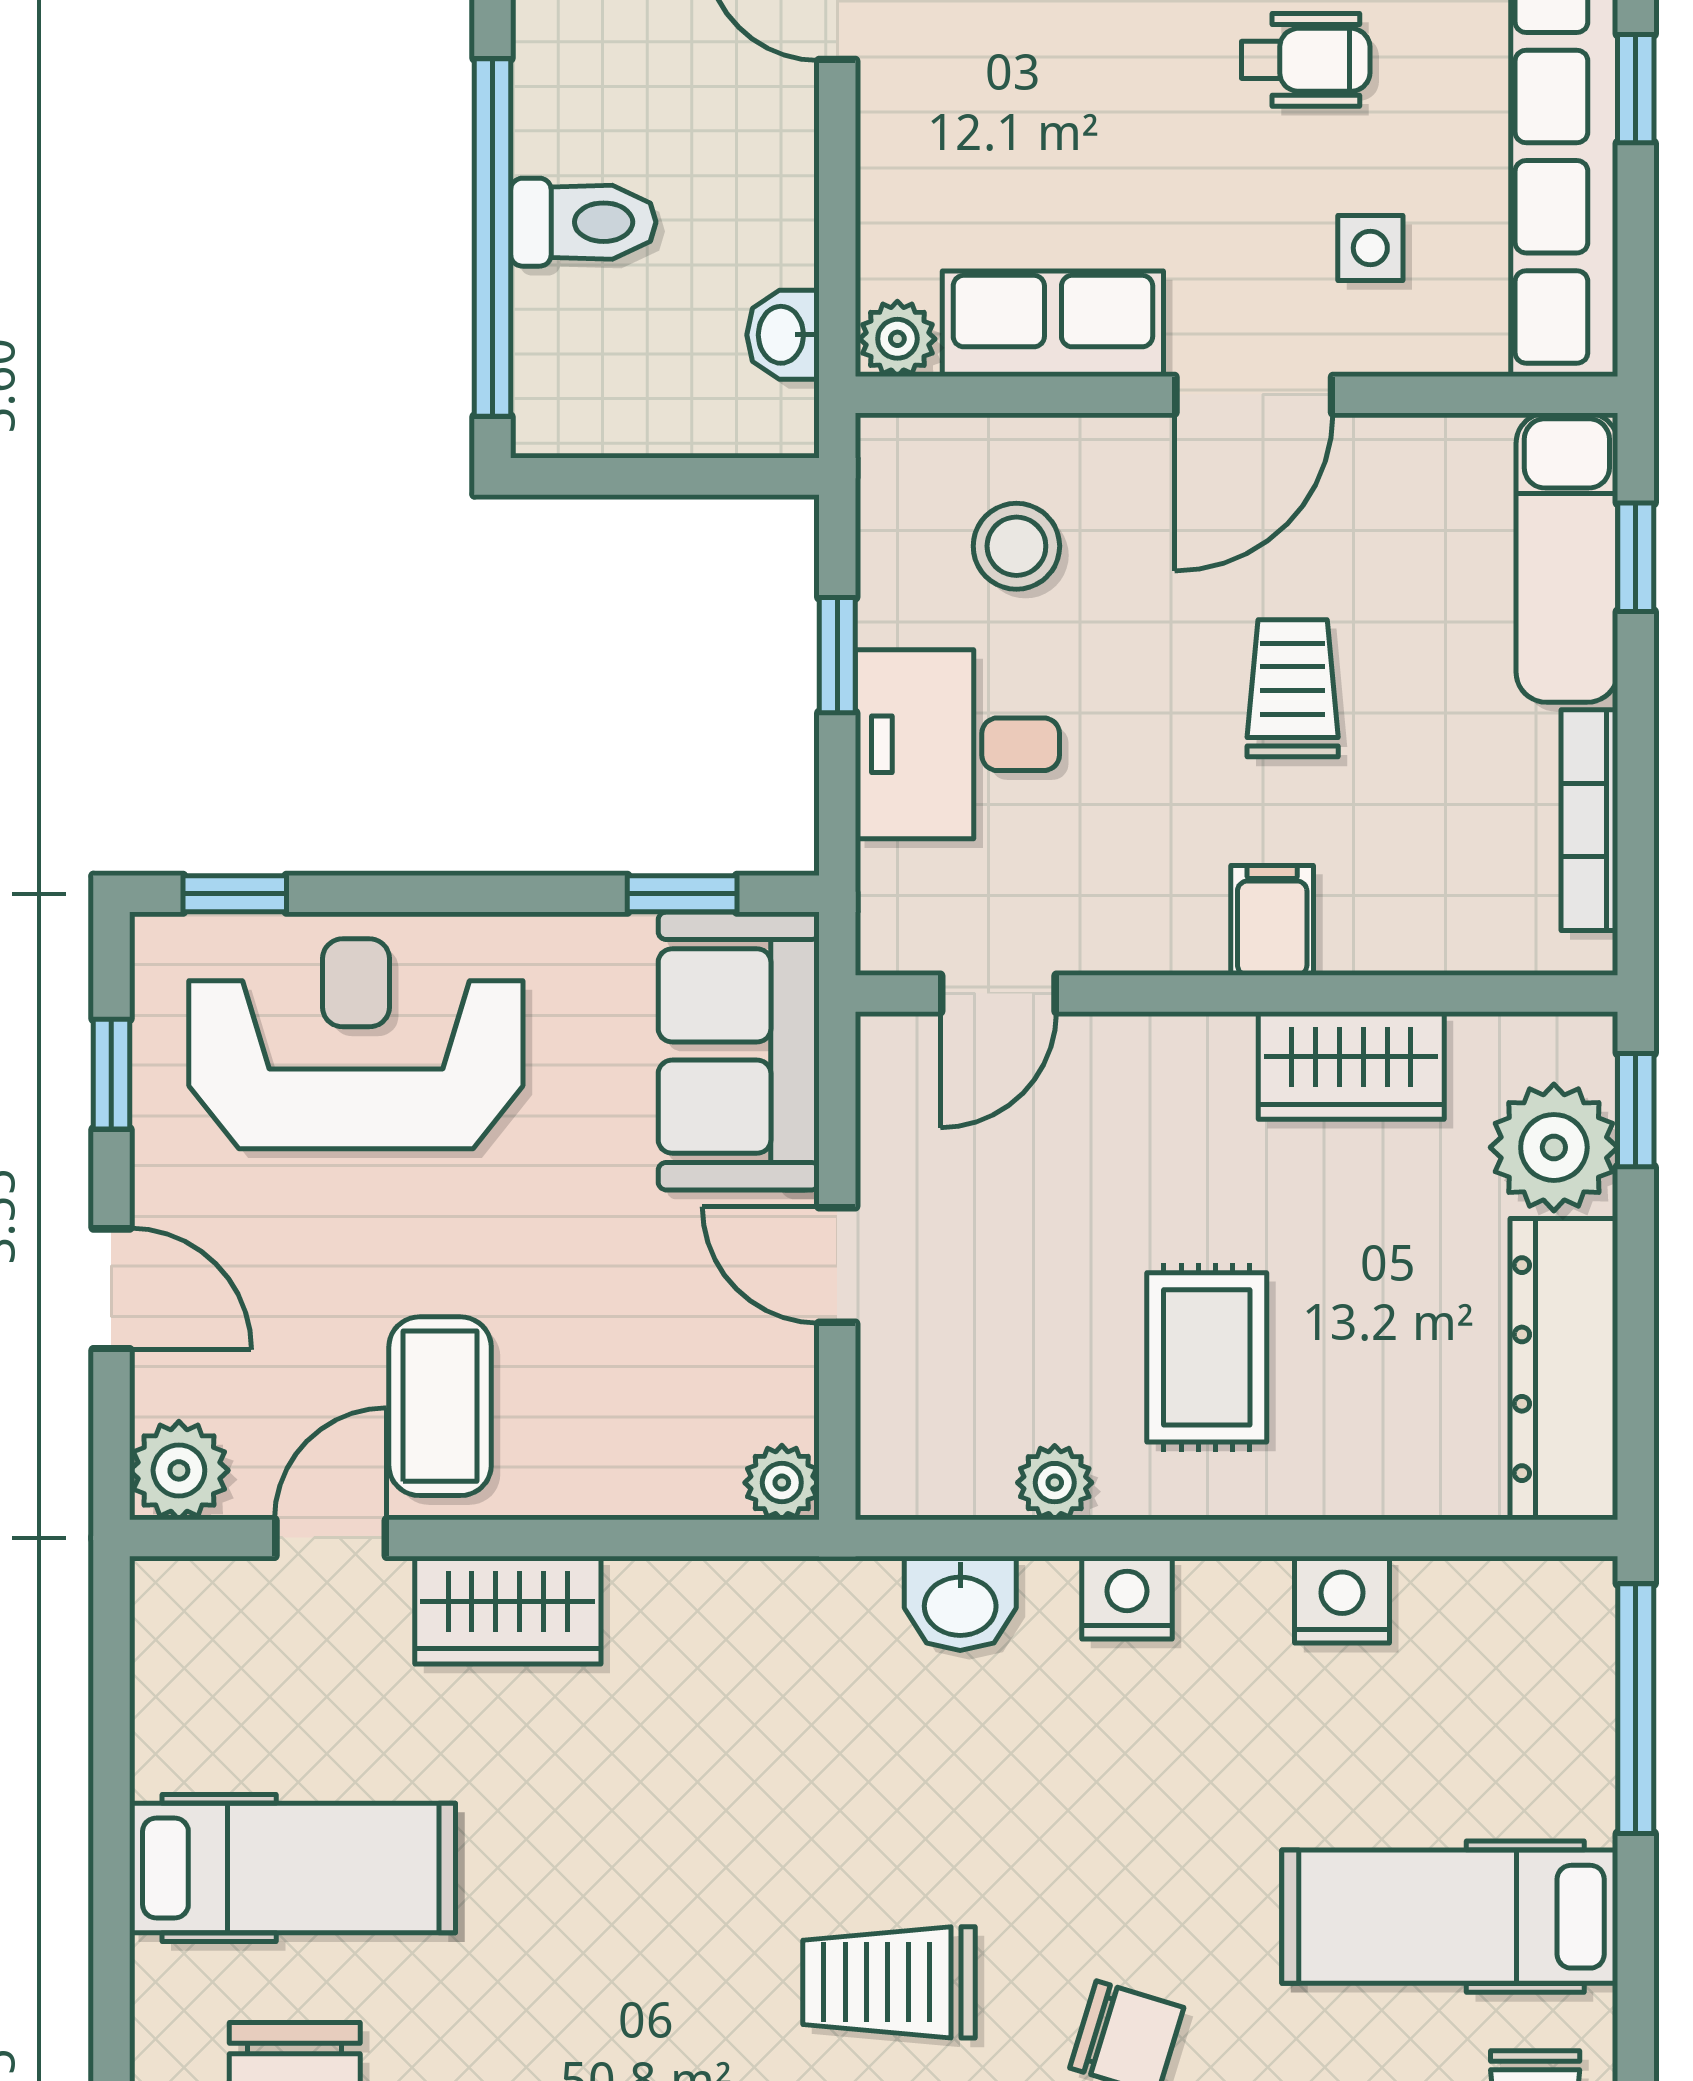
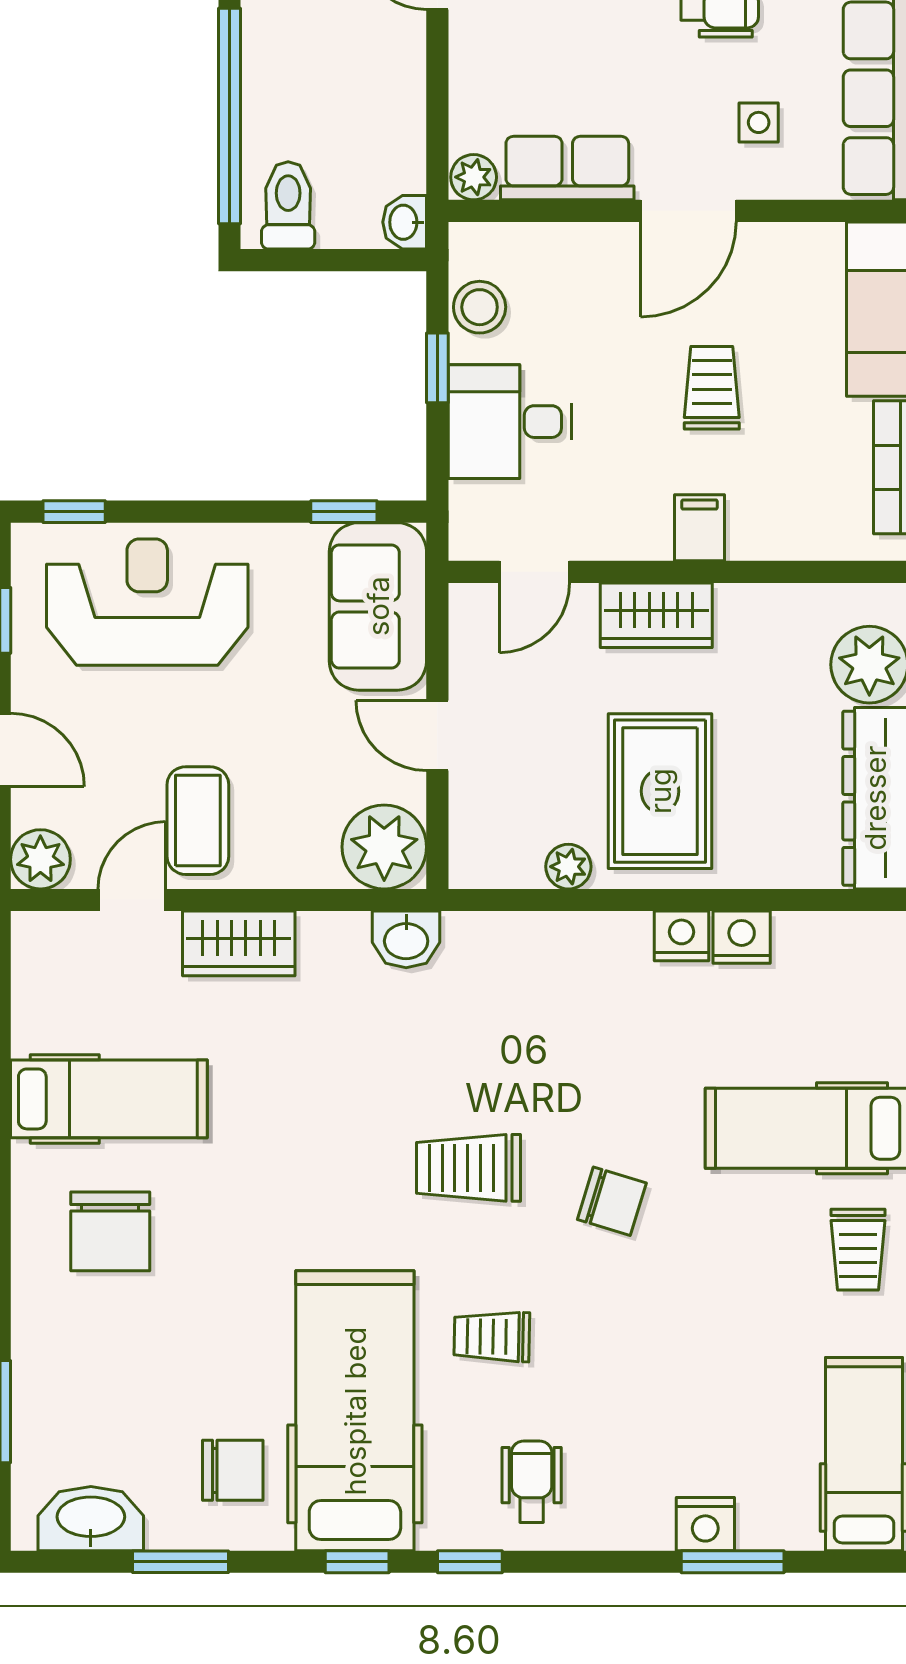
toilet: (583, 222) -> (288, 205), moved, turned -90
washbasin: (783, 335) -> (405, 222), moved
stool: (1016, 546) -> (480, 307), moved
wardrobe: (1351, 1066) -> (656, 615), moved
rug: (1207, 1357) -> (660, 791), width x1.36, depth x1.43
plant: (782, 1483) -> (384, 847), width x1.87, depth x1.87
nightstand: (1127, 1598) -> (681, 936), moved
washbasin: (960, 1603) -> (406, 939), moved

